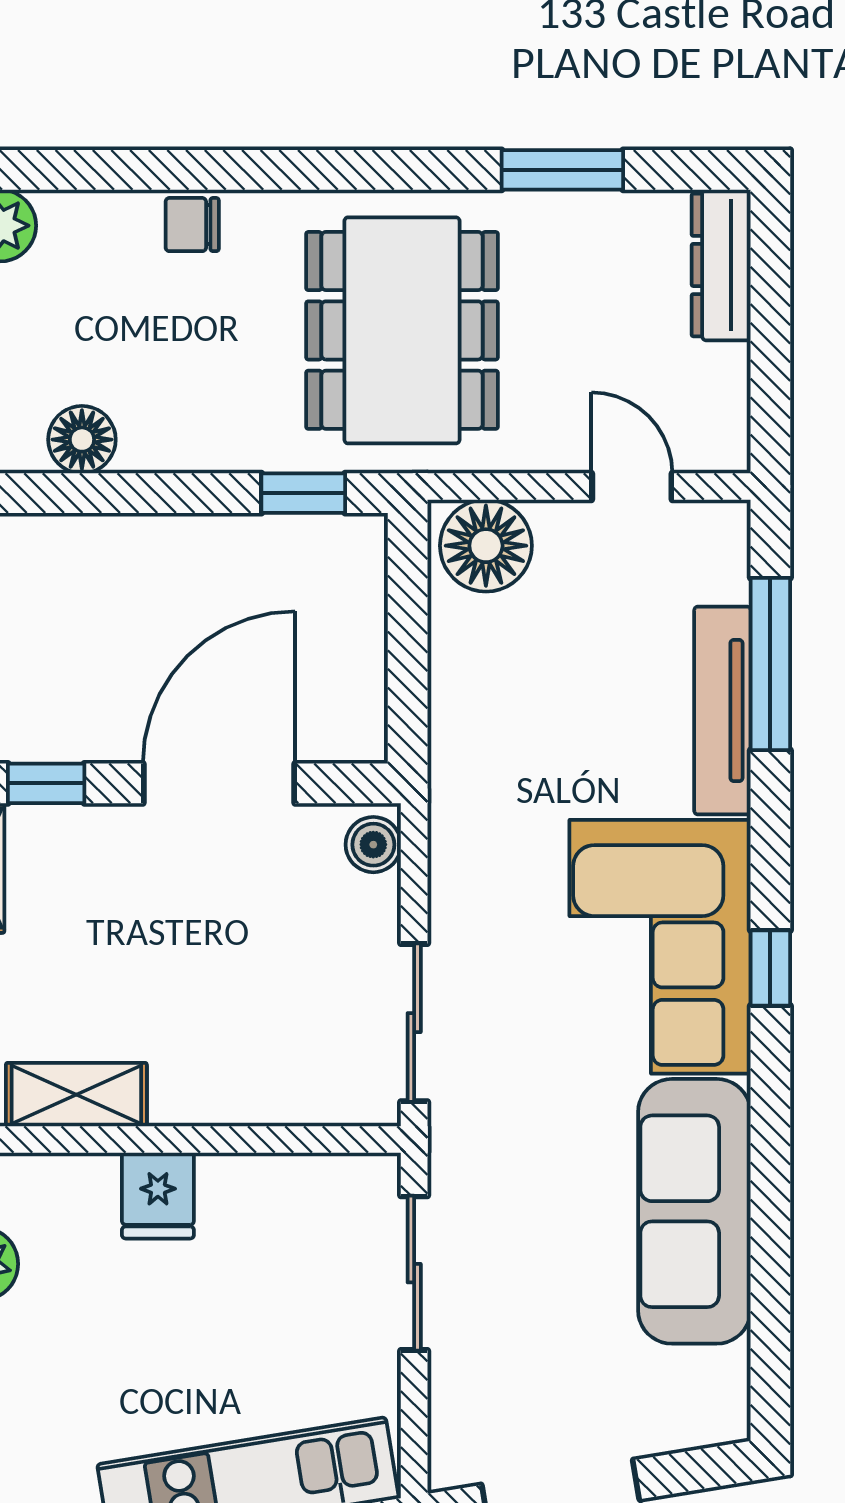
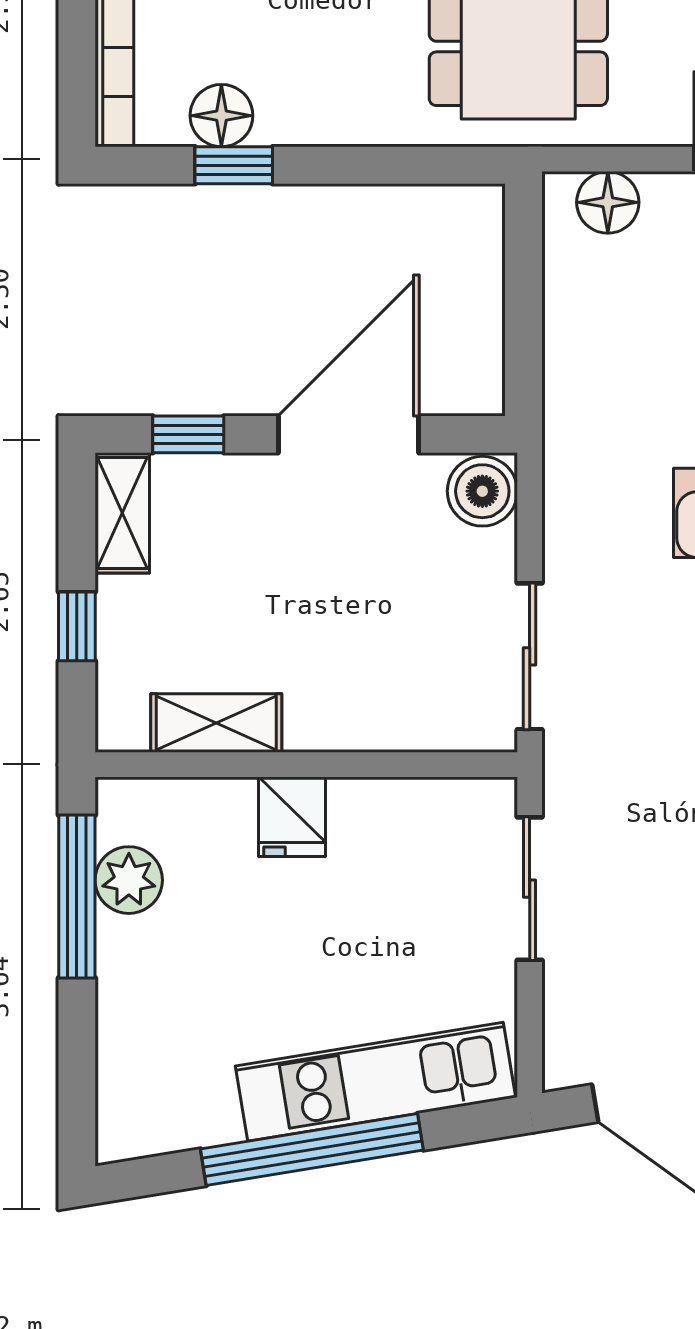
window: (303, 493) -> (234, 165), moved
floor lamp: (486, 546) -> (608, 202), width x0.73, depth x0.73
boiler: (373, 845) -> (482, 491), width x1.36, depth x1.36

